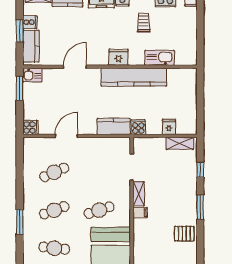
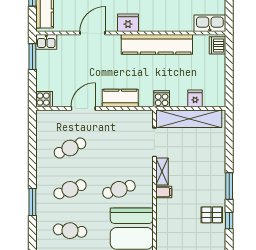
fridge: (119, 57) -> (128, 23), moved
kitchen sink: (160, 58) -> (210, 23), moved
dishwasher: (190, 78) -> (218, 45), added
kitchen counter: (114, 126) -> (120, 98), moved
shelving: (180, 143) -> (189, 119), width x2.20, depth x1.33
window: (200, 170) -> (229, 221), moved

